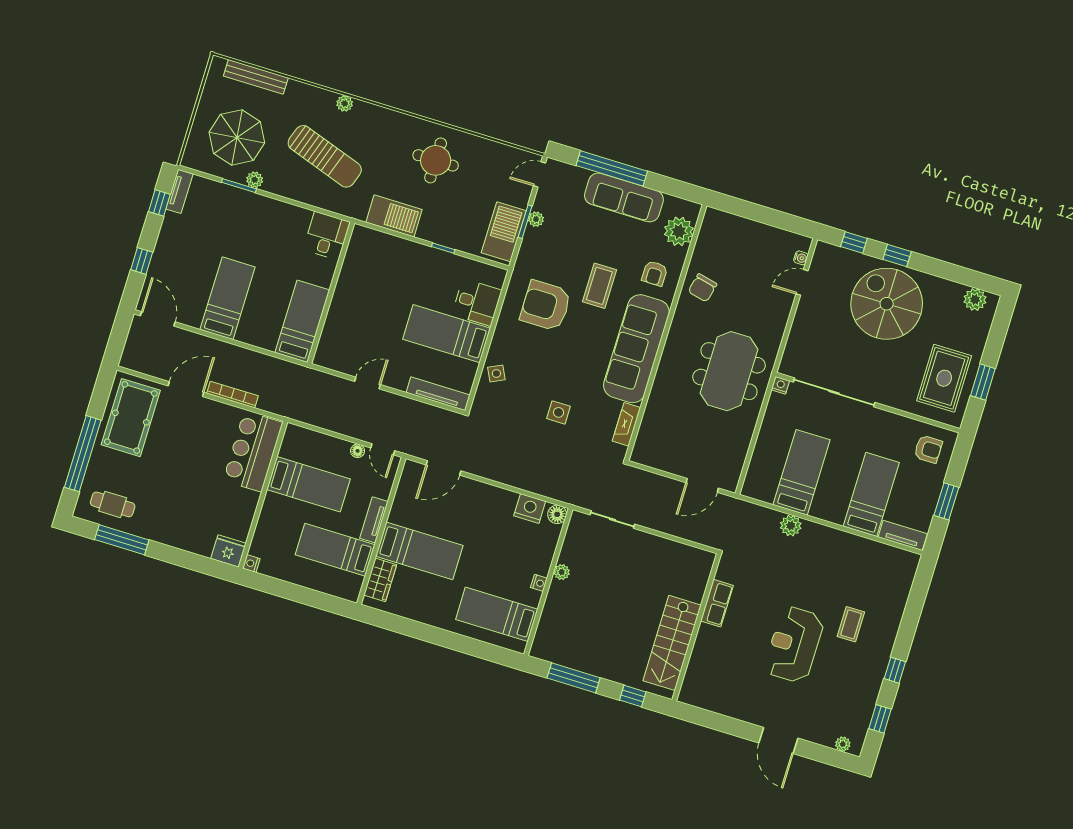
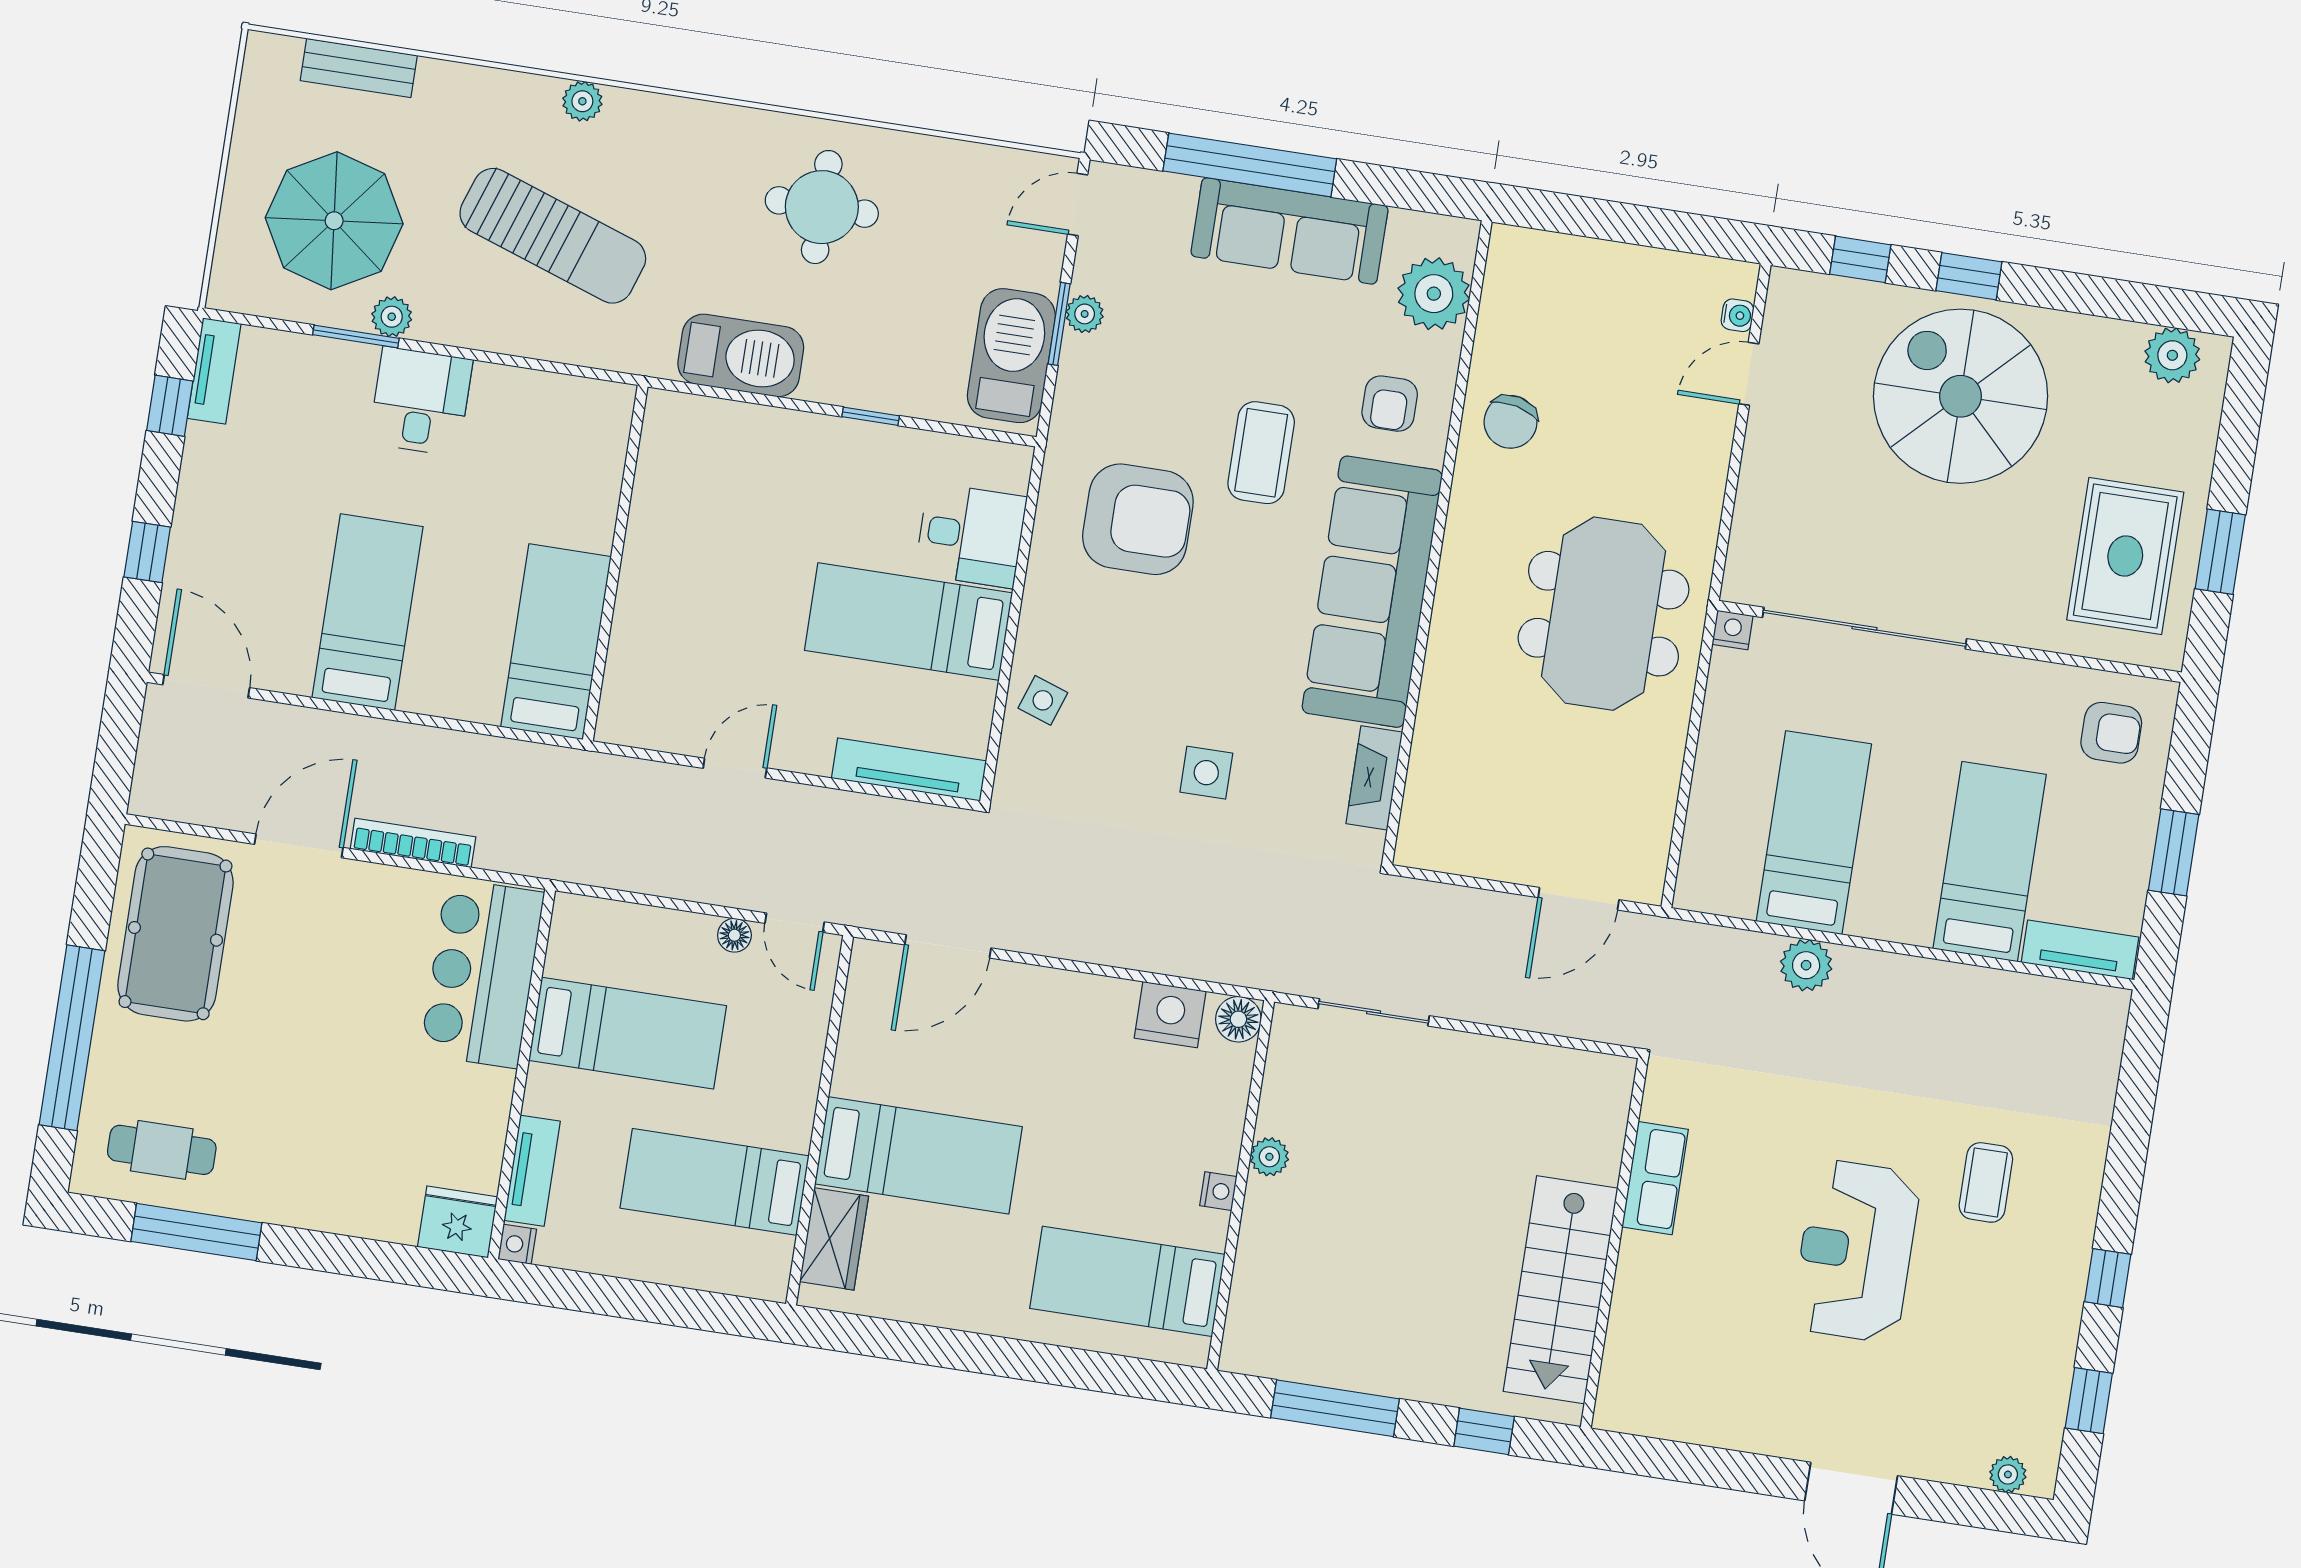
bench: (256, 77) -> (359, 68), width x0.73
desk: (327, 236) -> (420, 401), moved
armchair: (546, 306) -> (1138, 519), turned 180
side table: (496, 374) -> (1043, 700), turned 45
tv unit: (374, 520) -> (532, 1171), moved, turned 180

